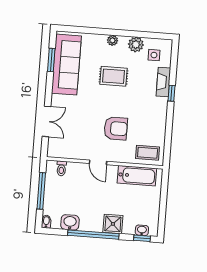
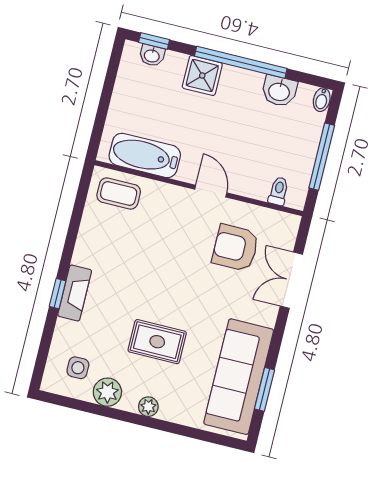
fireplace: (163, 82) -> (75, 293), moved
armchair: (116, 128) -> (235, 248), moved

